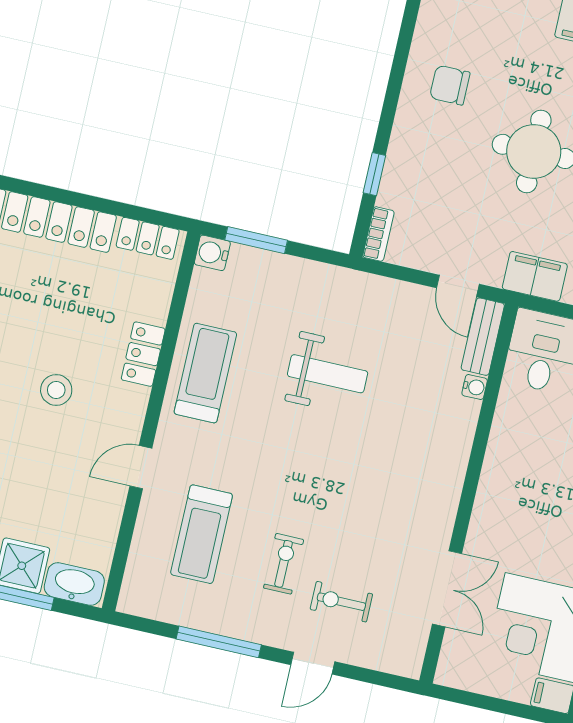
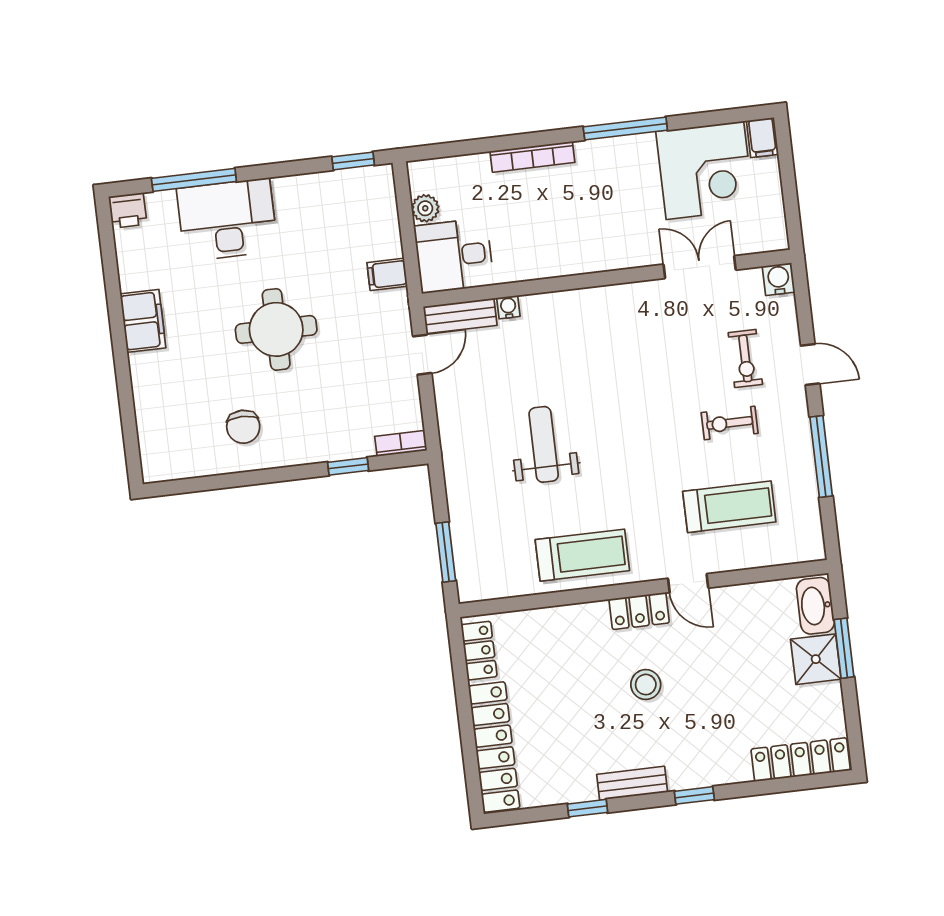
water cooler: (212, 253) -> (779, 279), moved, turned 180
filing cabinet: (535, 276) -> (387, 274), width x0.50
locker: (143, 354) -> (639, 611), moved
treadmill: (205, 373) -> (582, 555), turned 180

